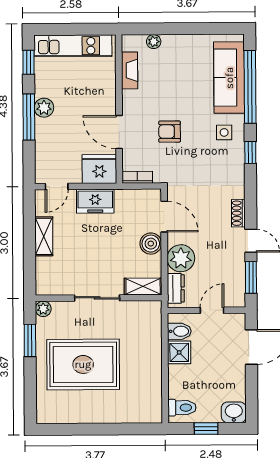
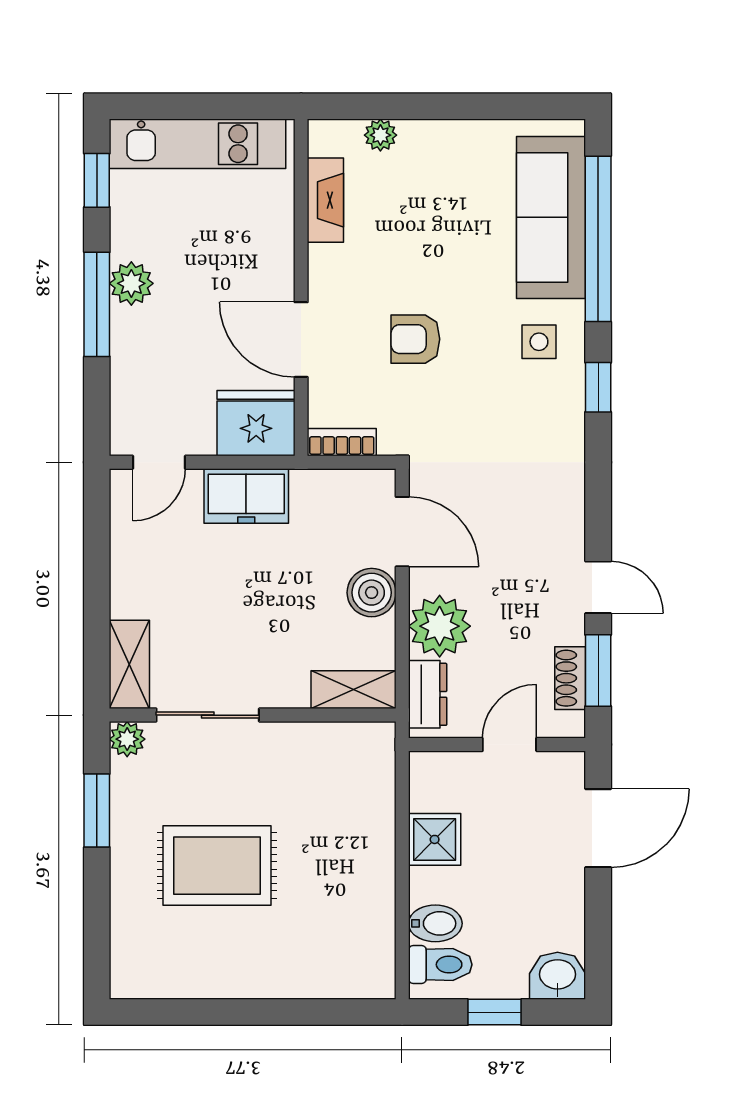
shoe rack: (238, 213) -> (570, 678), moved
shelving: (44, 236) -> (129, 664), moved
sliding door: (97, 298) -> (208, 715), moved
bidet: (179, 331) -> (435, 923), moved
rug: (83, 364) -> (217, 866), width x0.73, depth x0.69

